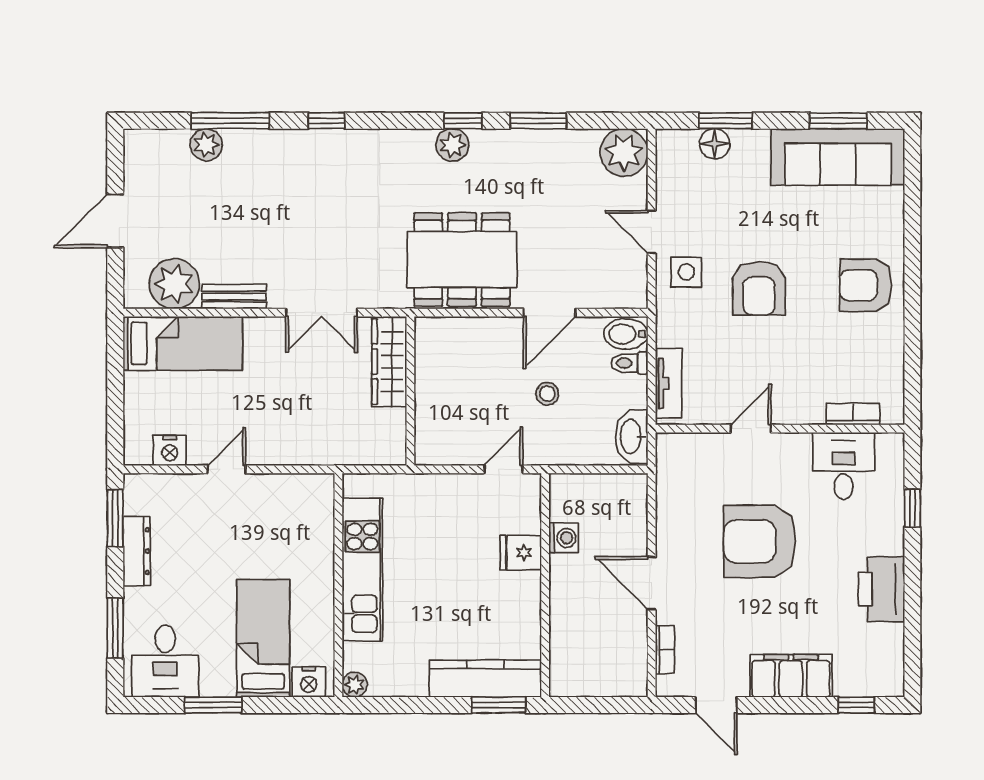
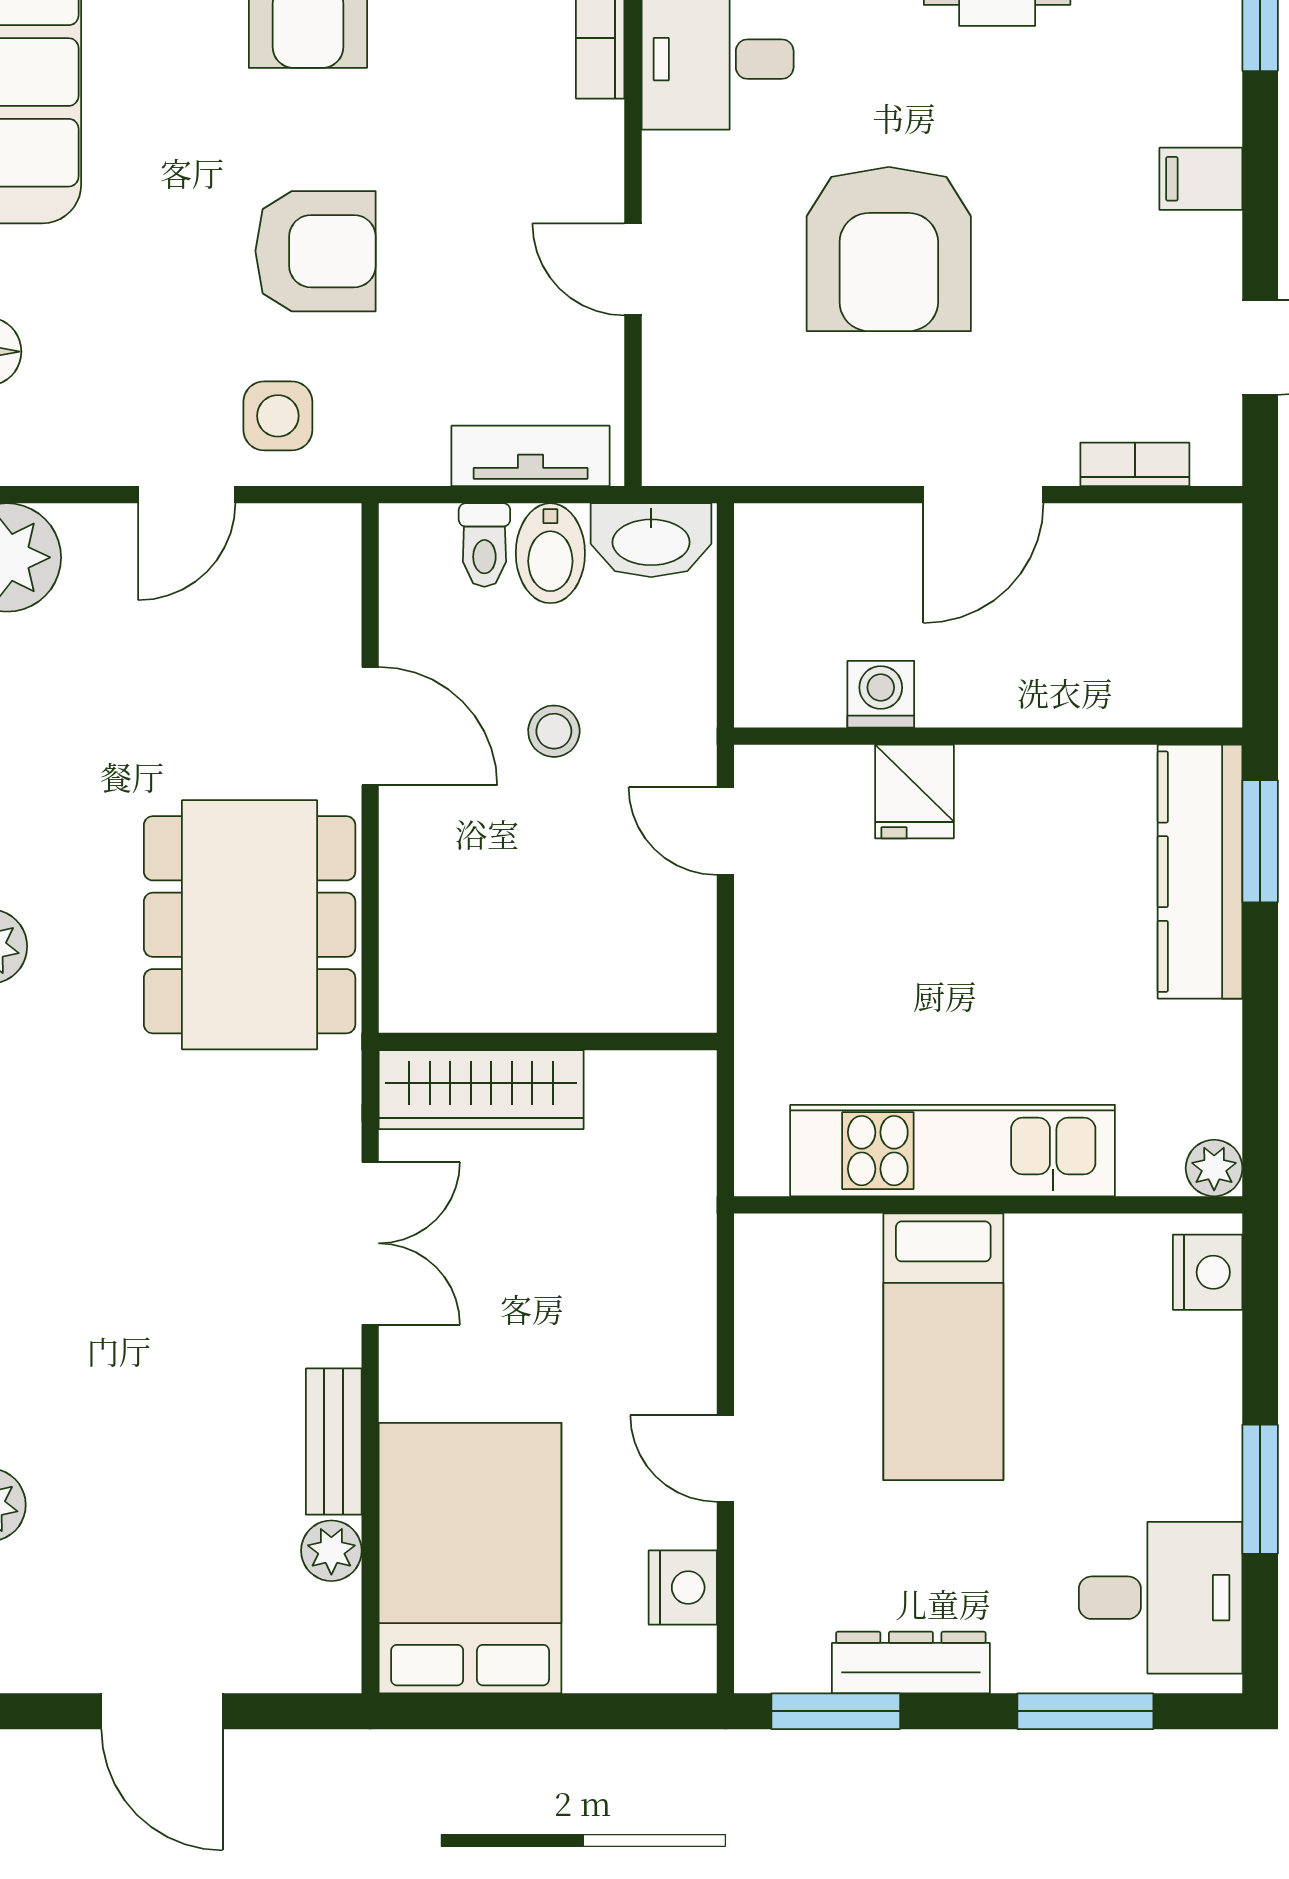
plant: (174, 284) -> (331, 1551), width x0.53, depth x0.53
bidet: (626, 334) -> (550, 553), moved
bed: (183, 343) -> (470, 1558), width x1.50
bed: (263, 638) -> (943, 1347), moved, turned -90
filing cabinet: (791, 676) -> (1201, 179), width x0.33, depth x0.86

